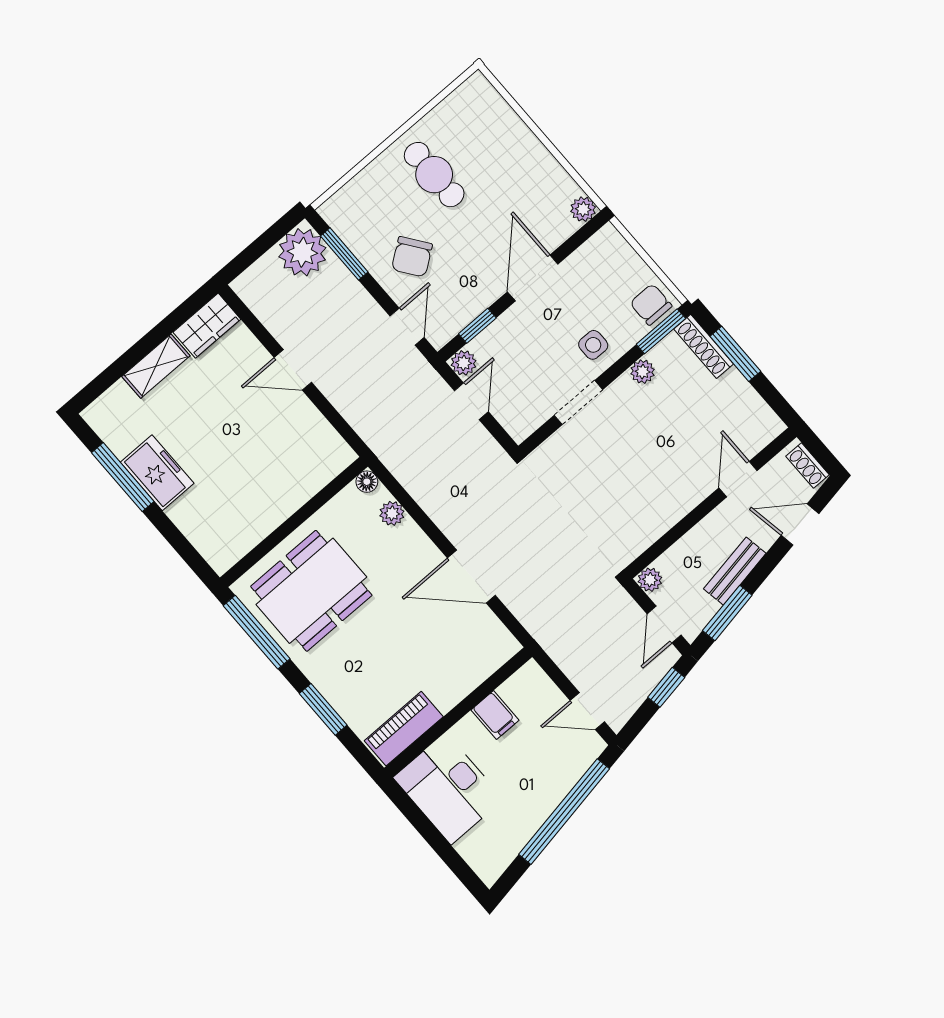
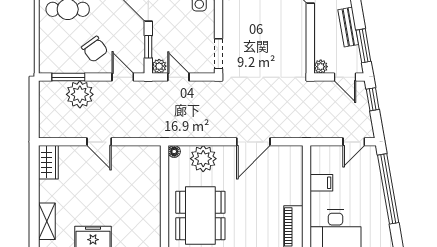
plant: (302, 252) -> (80, 94), moved
shelving: (156, 366) -> (47, 221), moved
door: (293, 370) -> (99, 142), hinge flipped
doorway: (578, 403) -> (218, 54), moved
plant: (392, 513) -> (203, 159), width x1.87, depth x1.87

